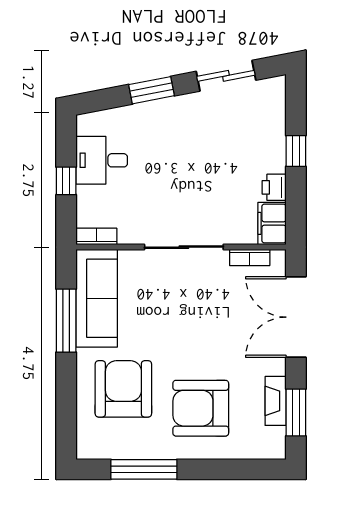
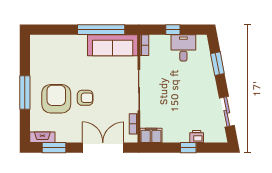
window: (152, 90) -> (217, 64), moved
printer: (274, 187) -> (197, 136), moved
window: (66, 321) -> (101, 30), width x1.46
armchair: (123, 389) -> (85, 98), moved, width x0.53, depth x0.53
fireplace: (276, 401) -> (42, 137), moved
window: (144, 469) -> (25, 92), moved

